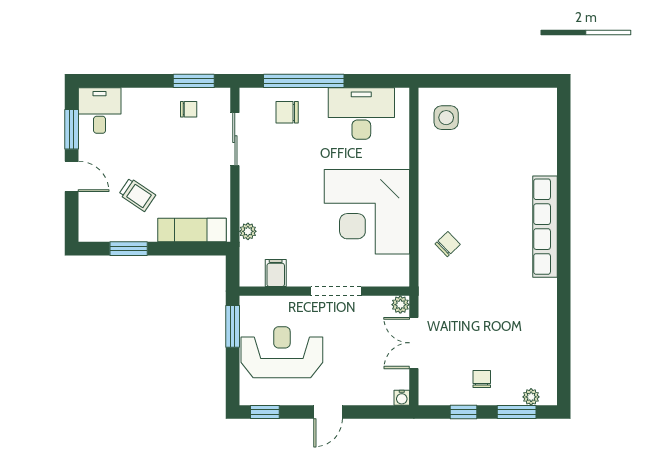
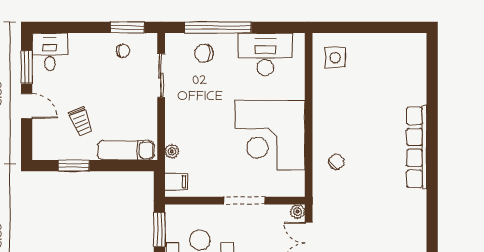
trolley: (137, 195) -> (81, 121), turned 34
filing cabinet: (276, 273) -> (176, 182), moved, turned 90

